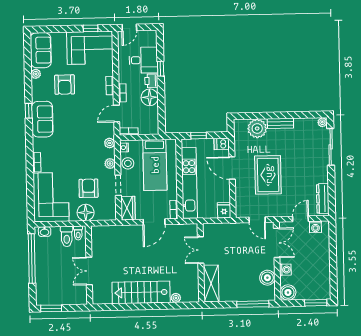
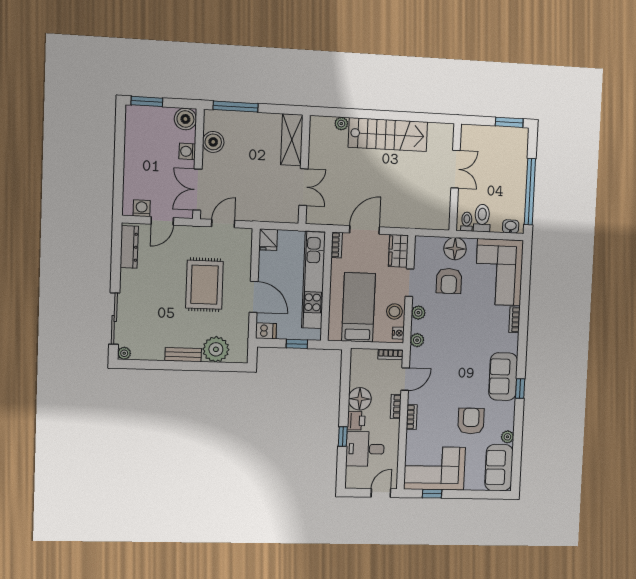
door: (257, 220) -> (223, 224), hinge flipped

